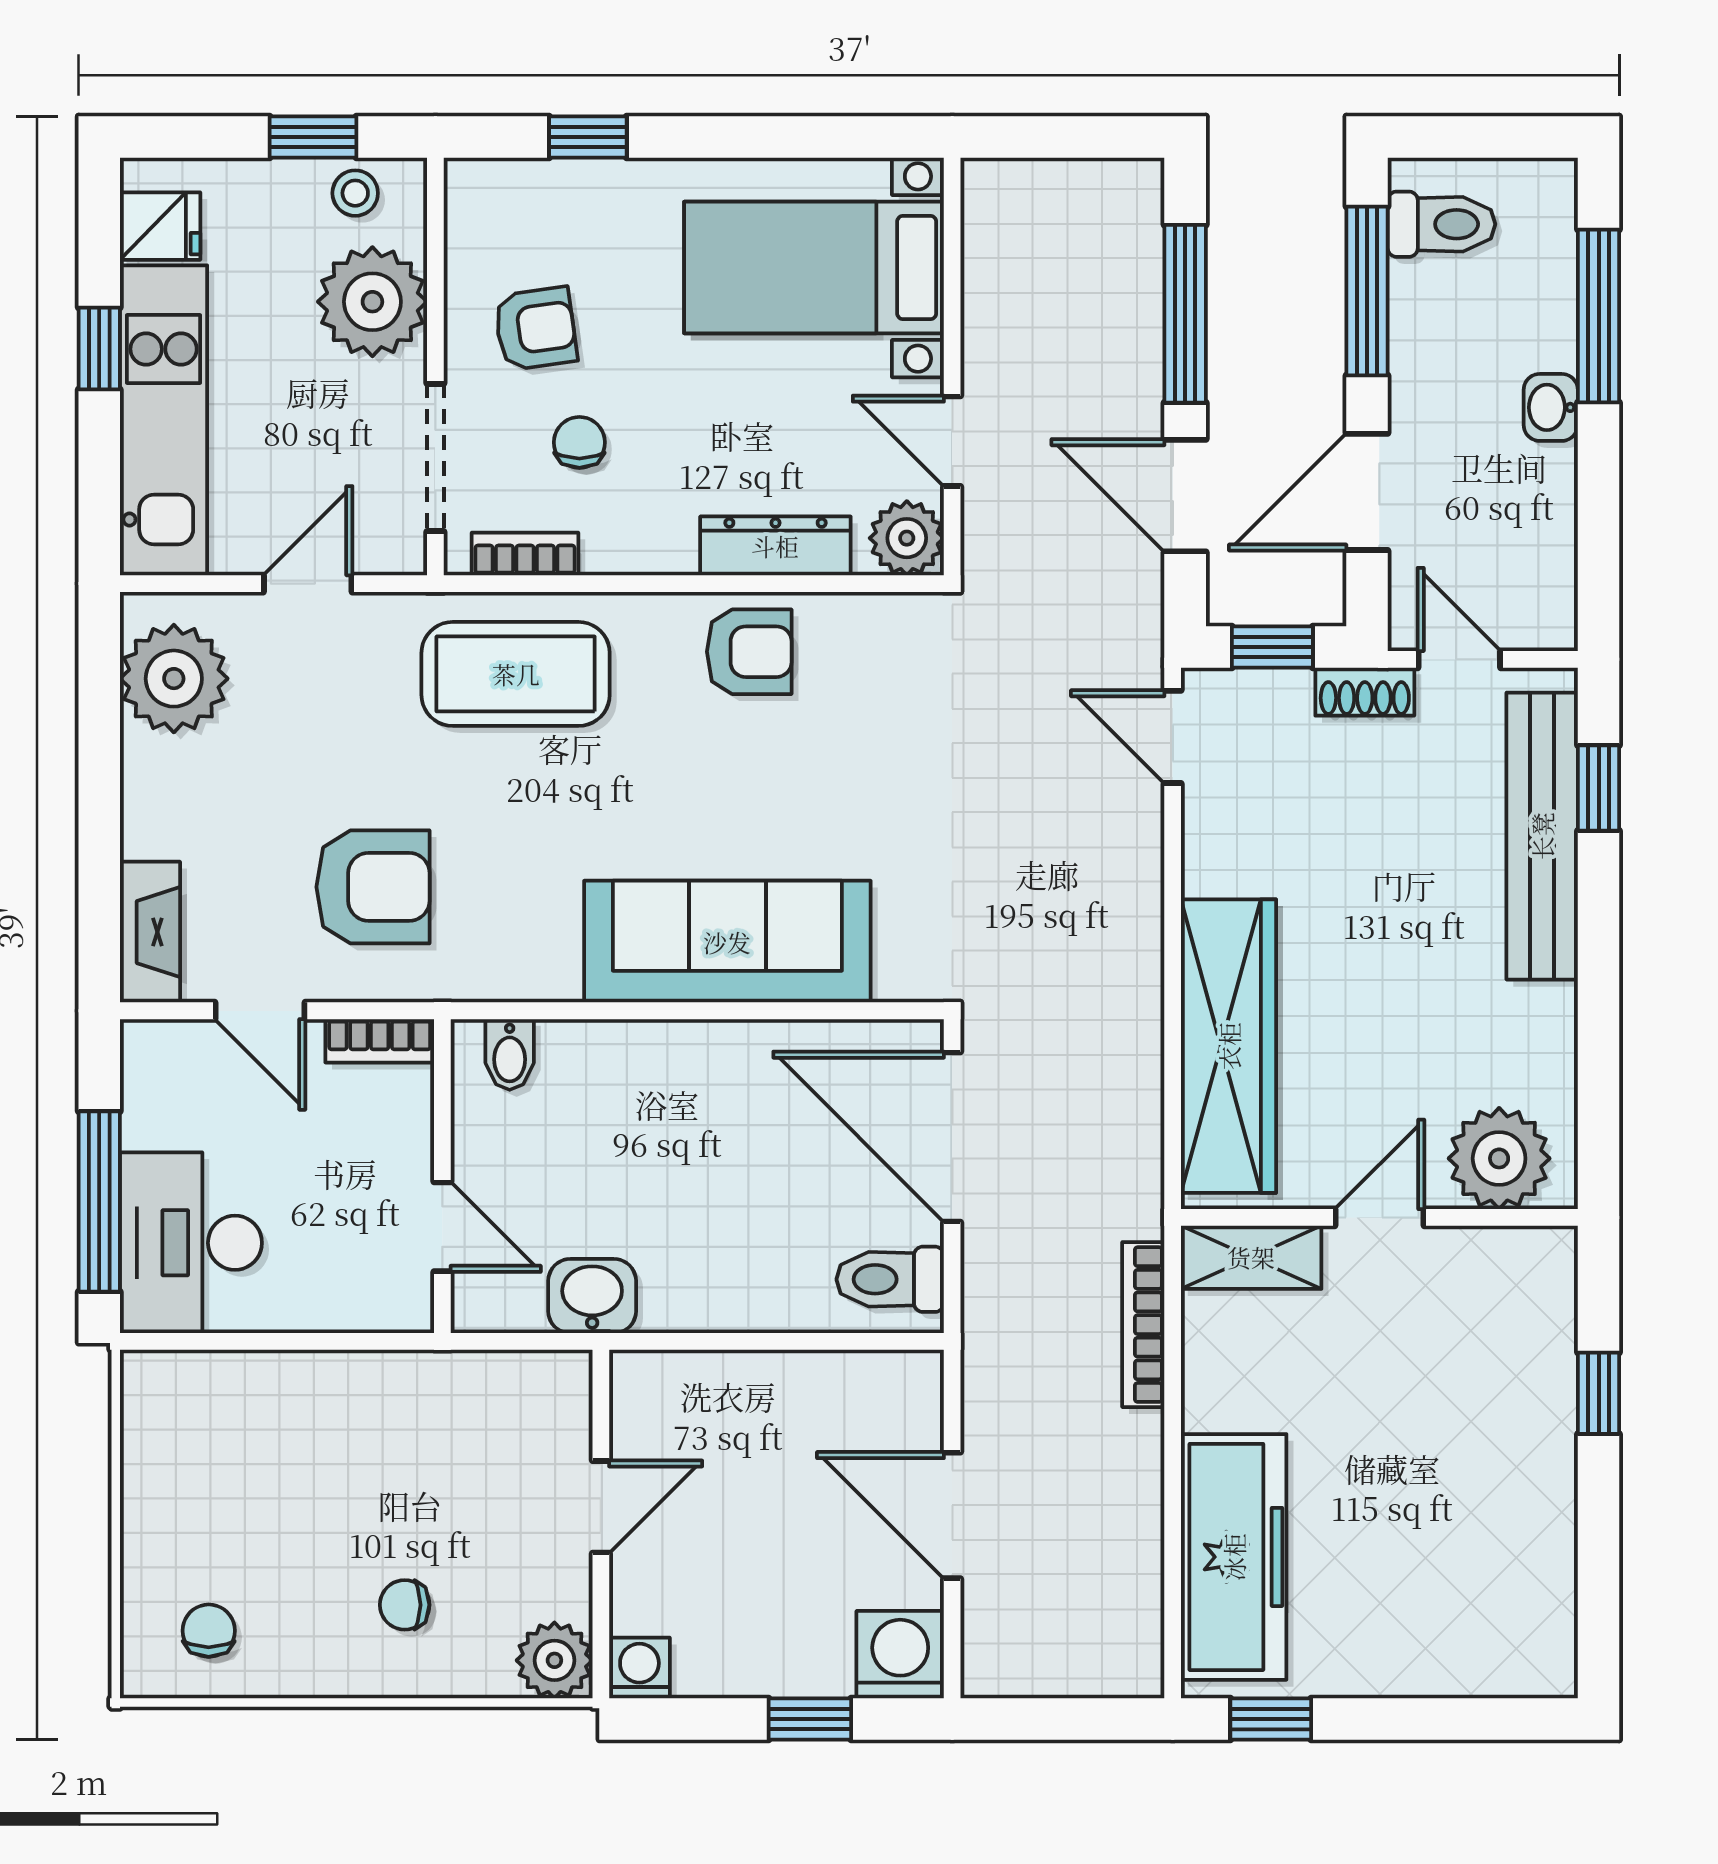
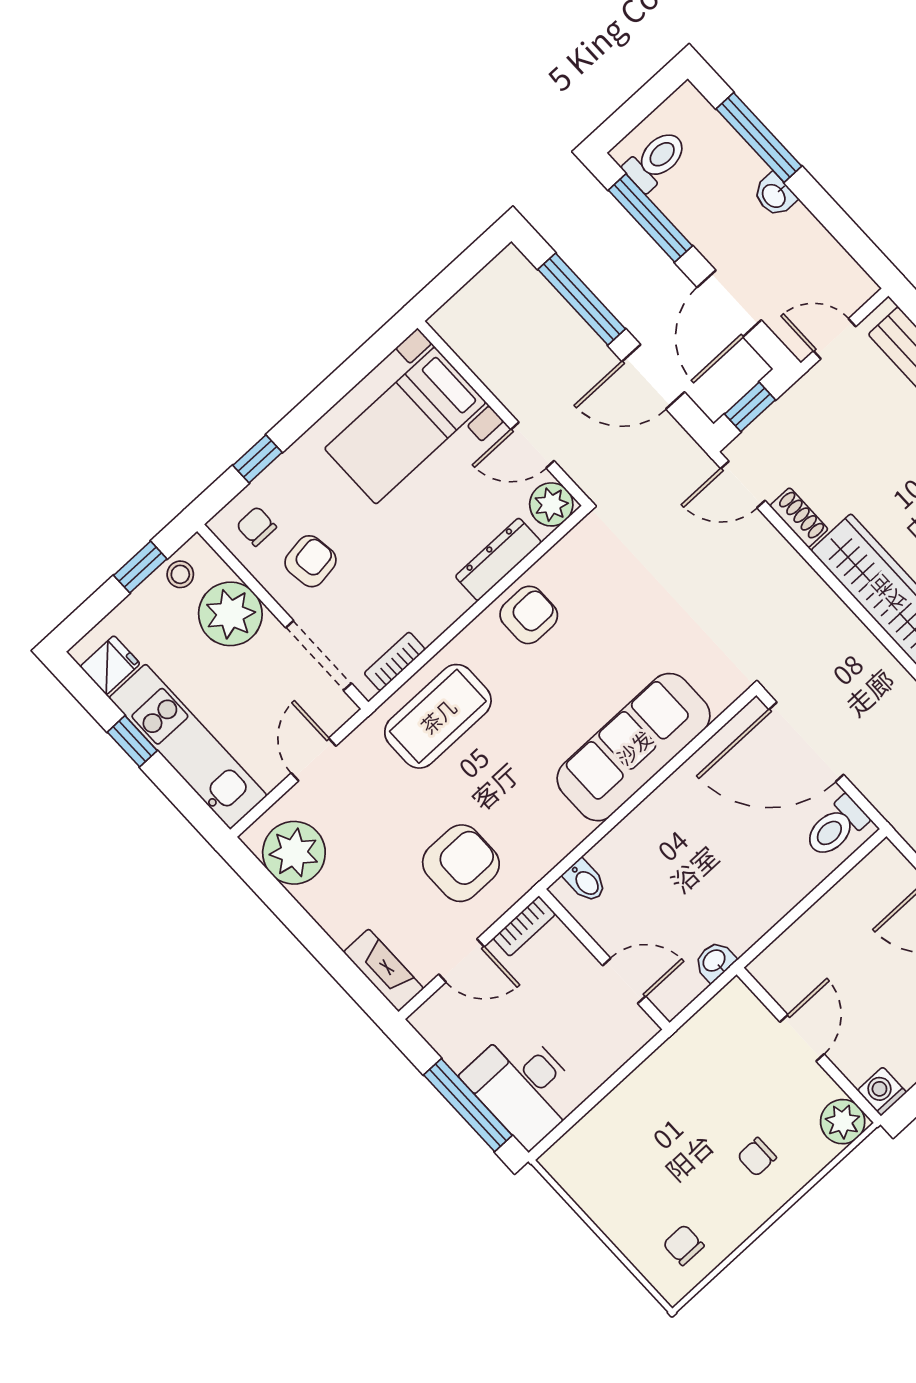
chair: (579, 442) -> (256, 526), moved
shoe rack: (1365, 692) -> (799, 518), moved, turned -90
washbasin: (592, 1296) -> (715, 961), width x0.72, depth x0.69

